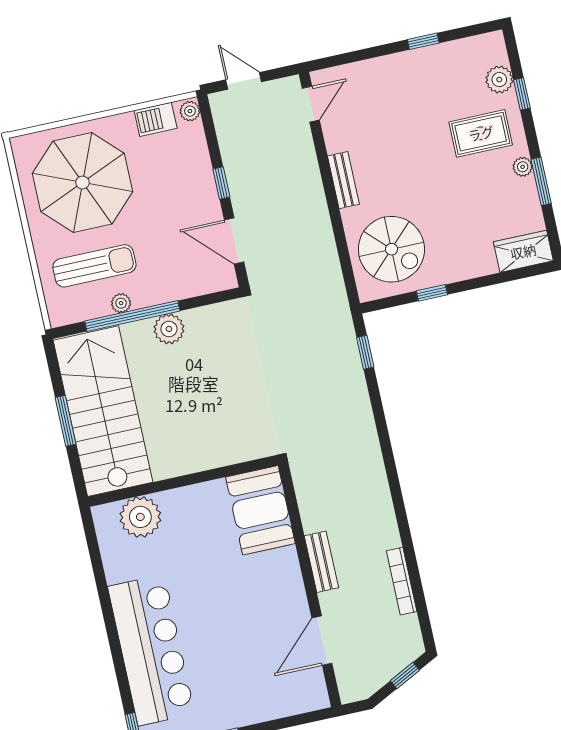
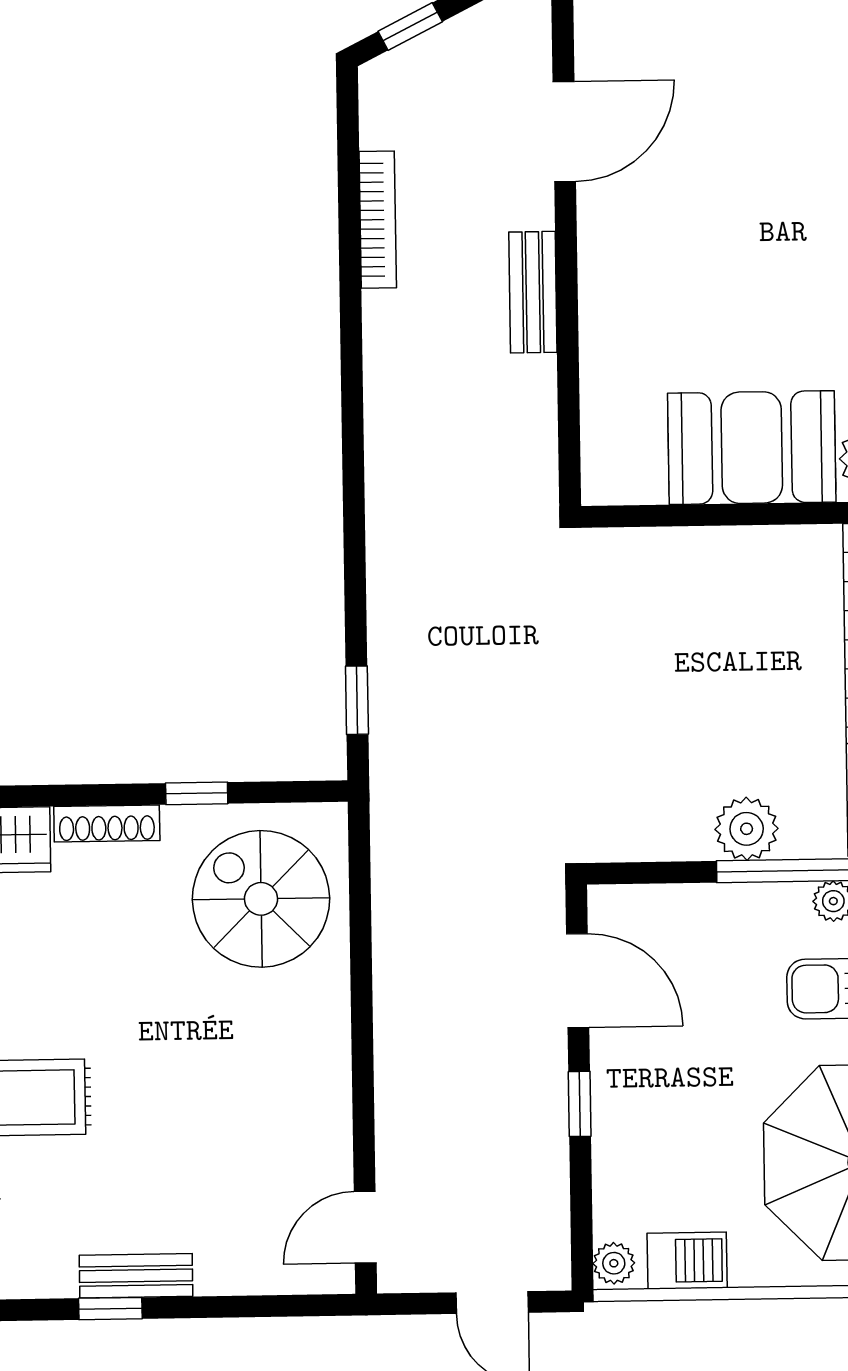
bench: (343, 180) -> (136, 1276), moved, turned 90
shoe rack: (472, 270) -> (107, 824), added
booth: (260, 510) -> (752, 448), moved, turned 90

